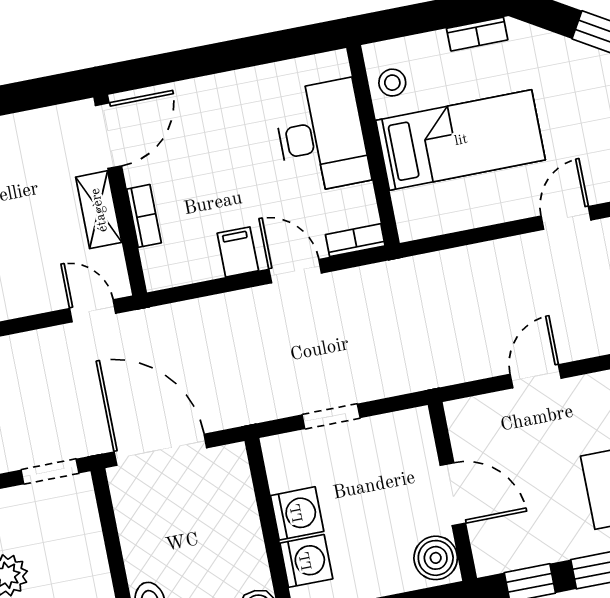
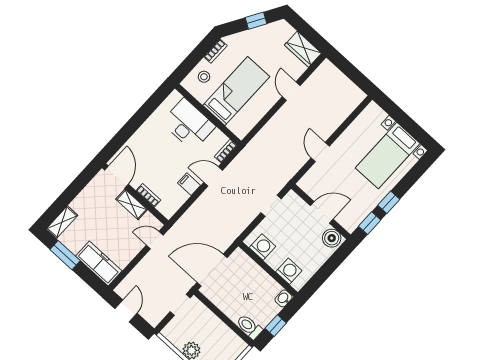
stool: (392, 83) -> (204, 77), moved
doorway: (331, 416) -> (271, 206), moved
washing machine: (297, 513) -> (262, 247), moved

